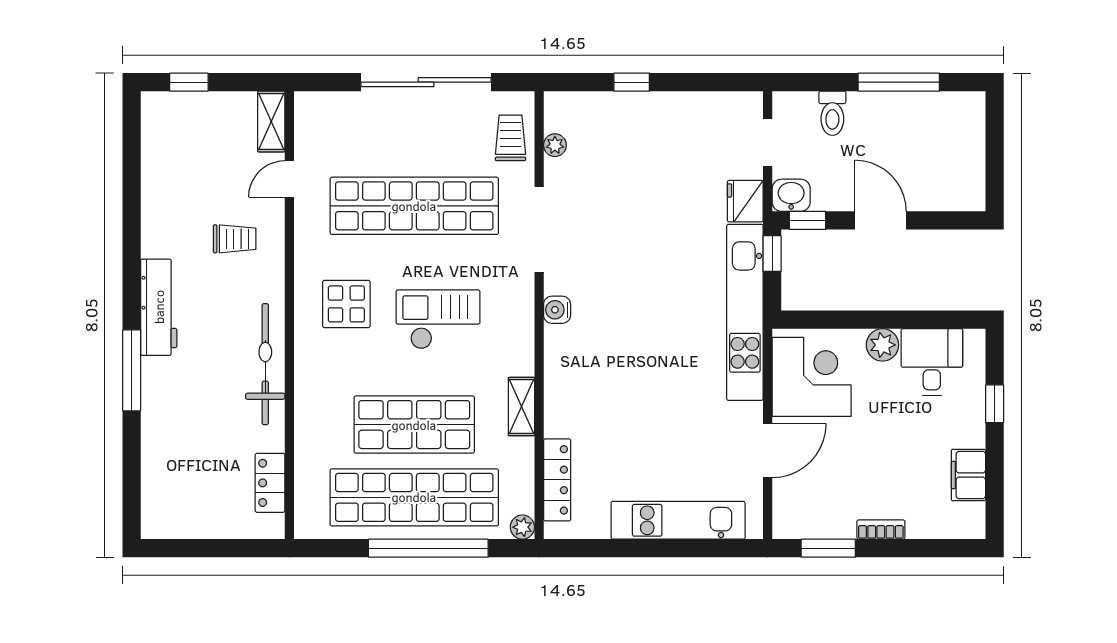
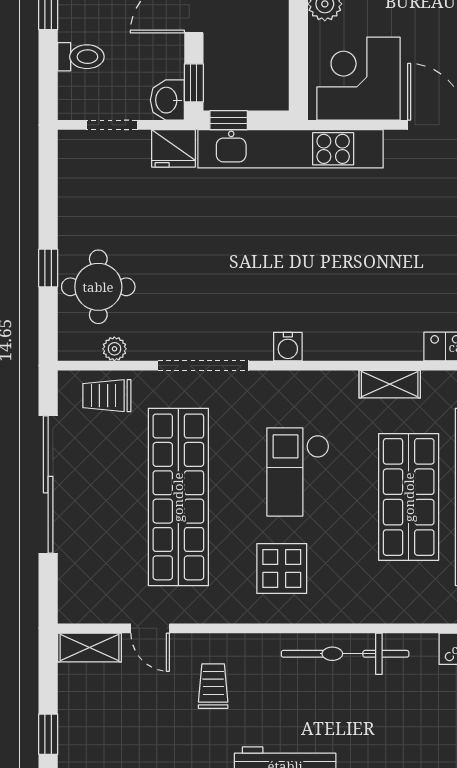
round table: (614, 130) -> (98, 287), added

